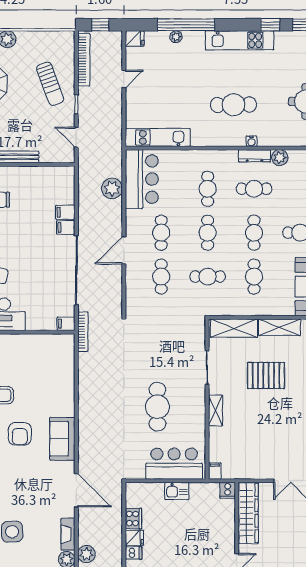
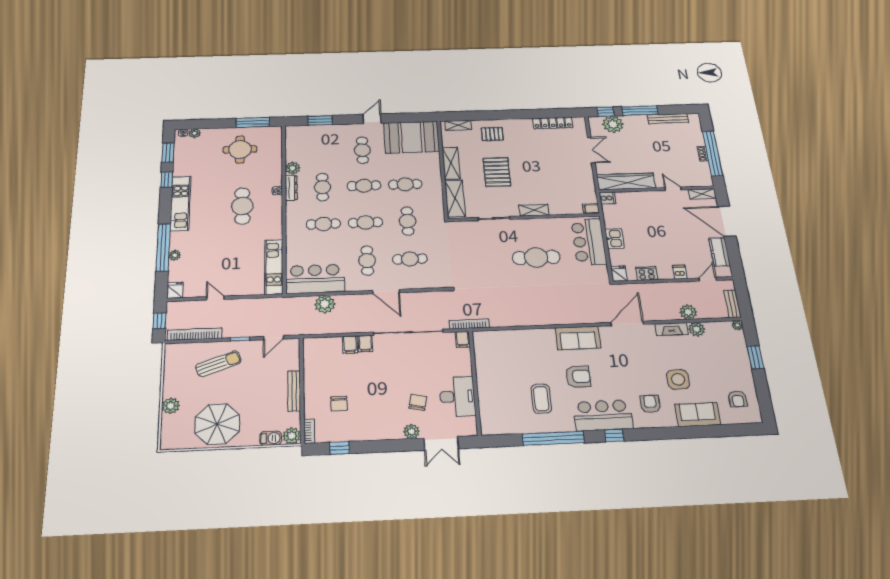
cafe table: (161, 233) -> (367, 261), turned 90
fridge: (134, 538) -> (619, 274), moved

